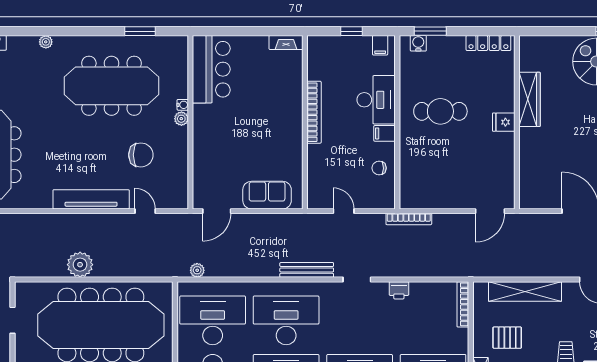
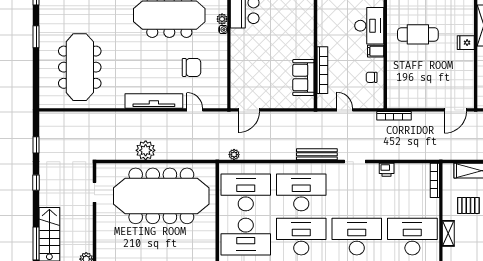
bookcase: (314, 112) -> (322, 70), moved
plant: (181, 119) -> (222, 19), moved
sofa: (267, 195) -> (303, 77), moved, turned -90

